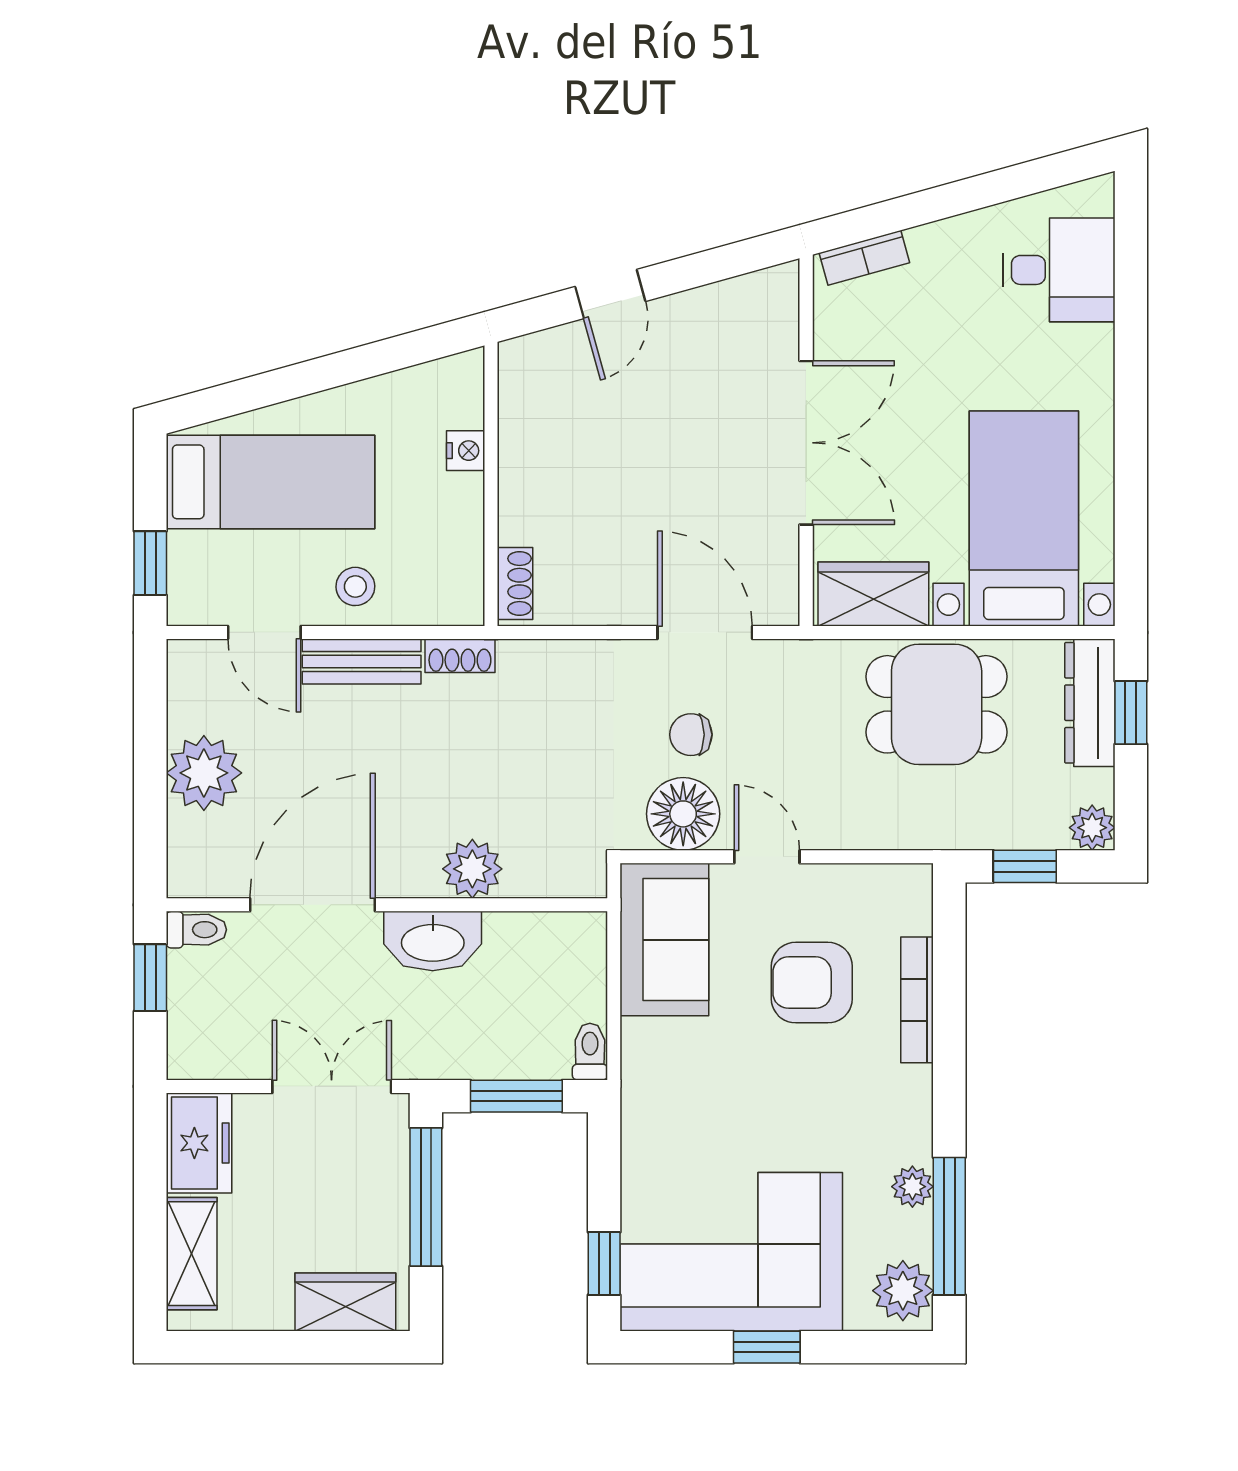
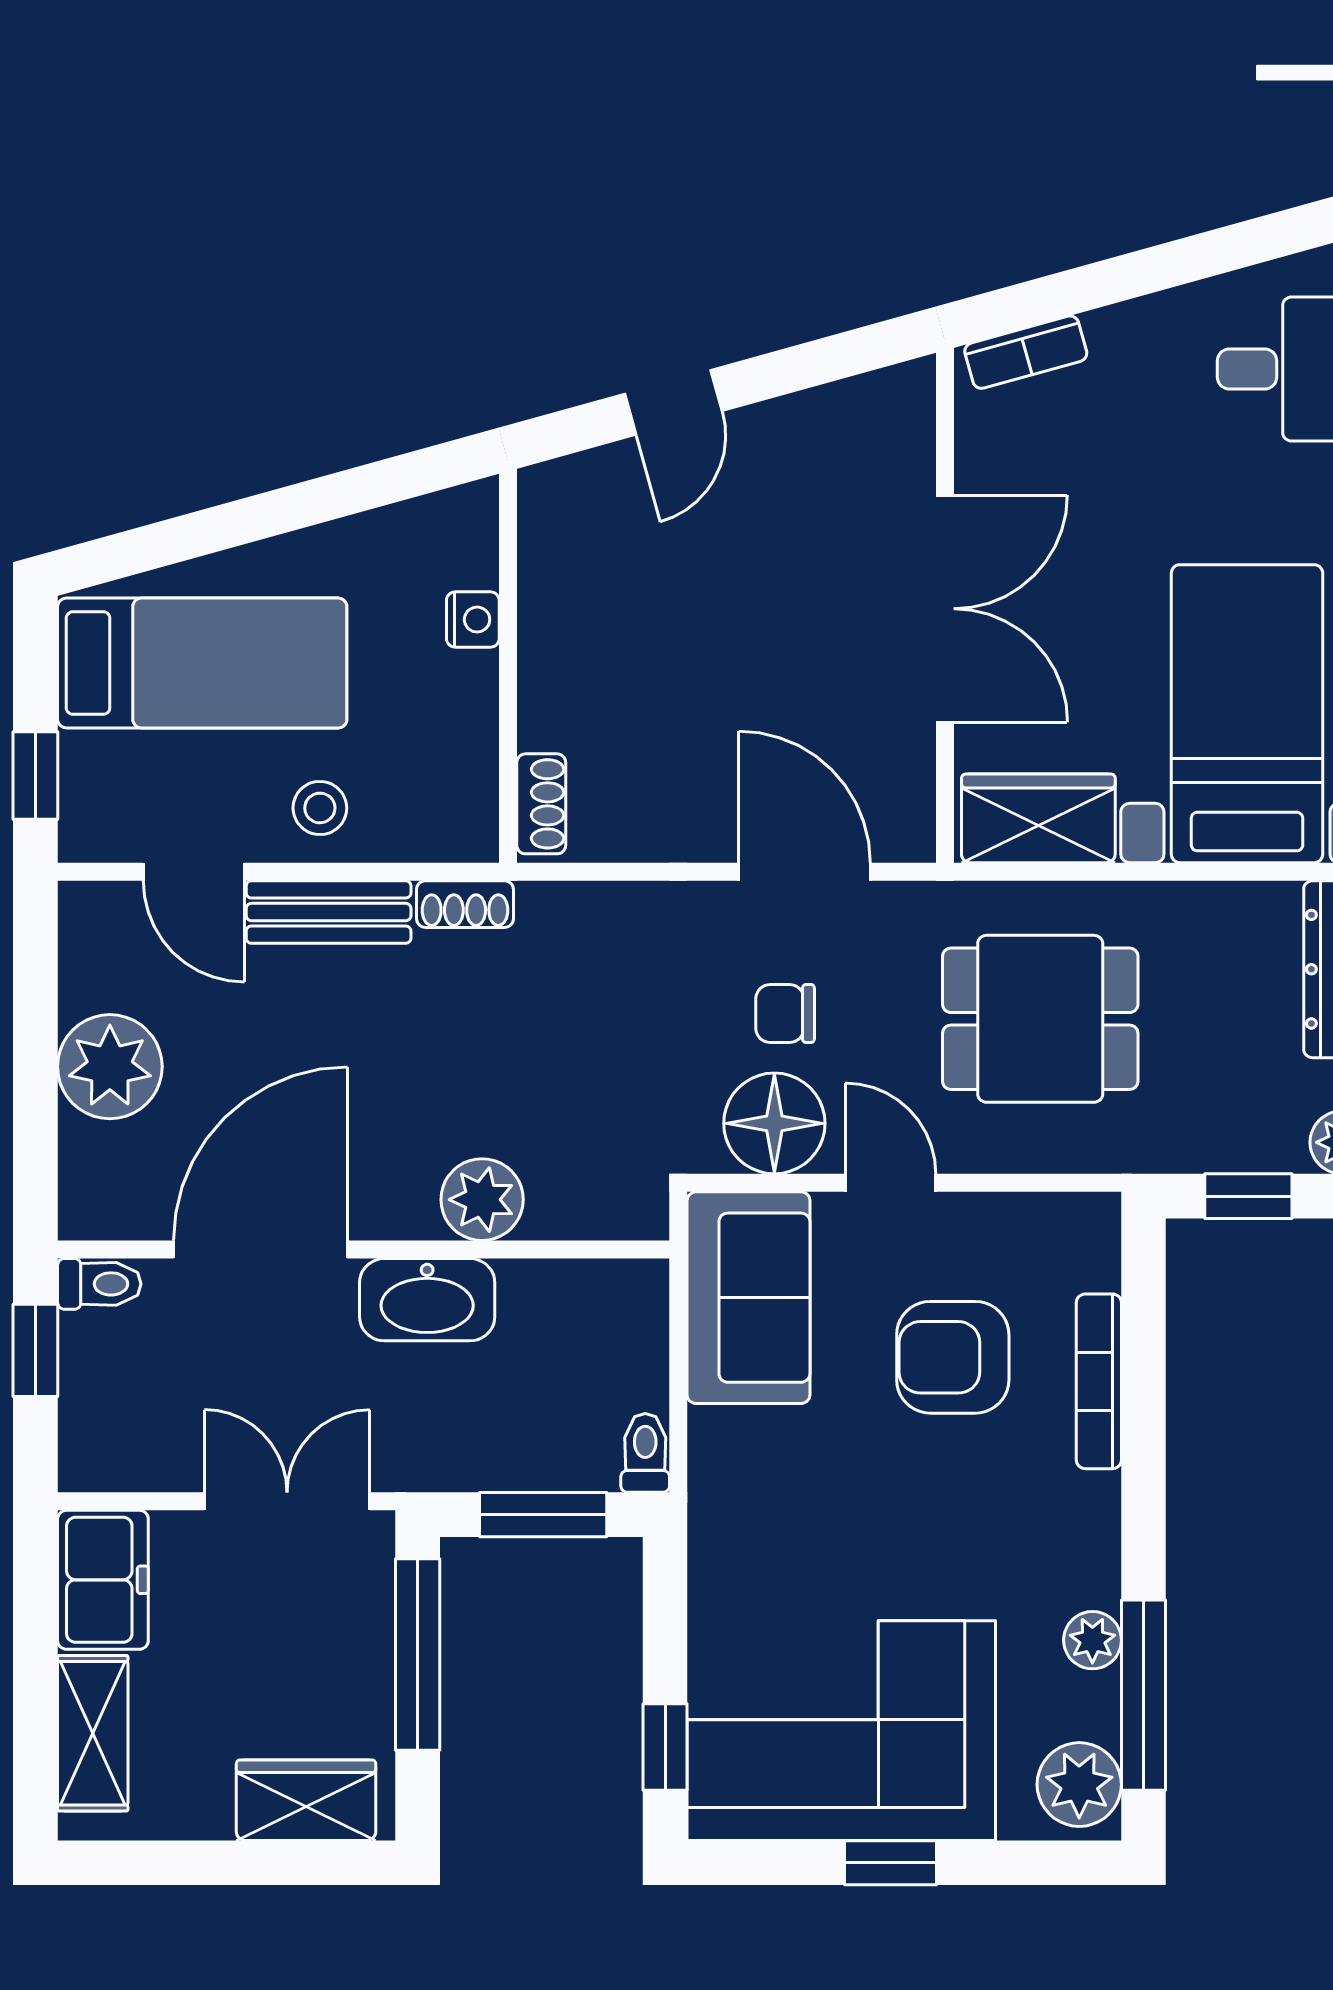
dining table: (937, 704) -> (1040, 1019), moved

